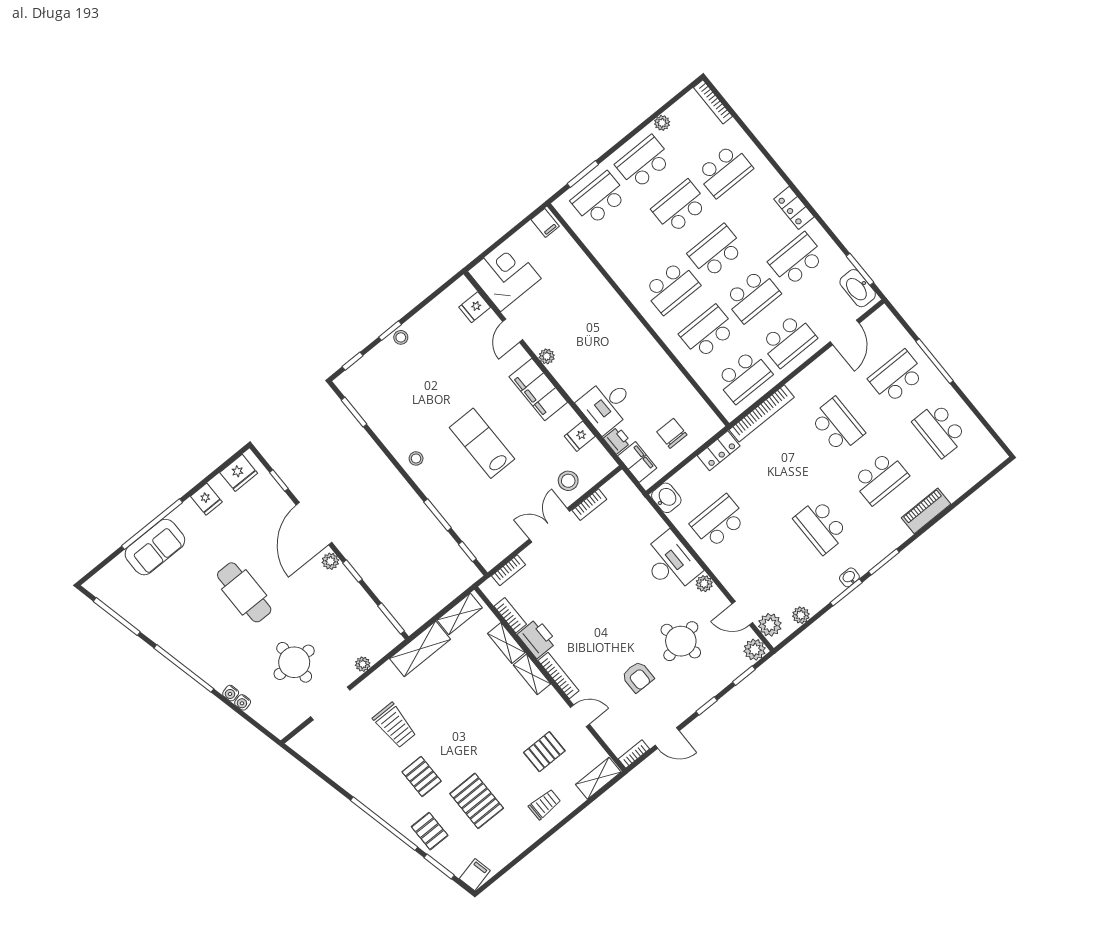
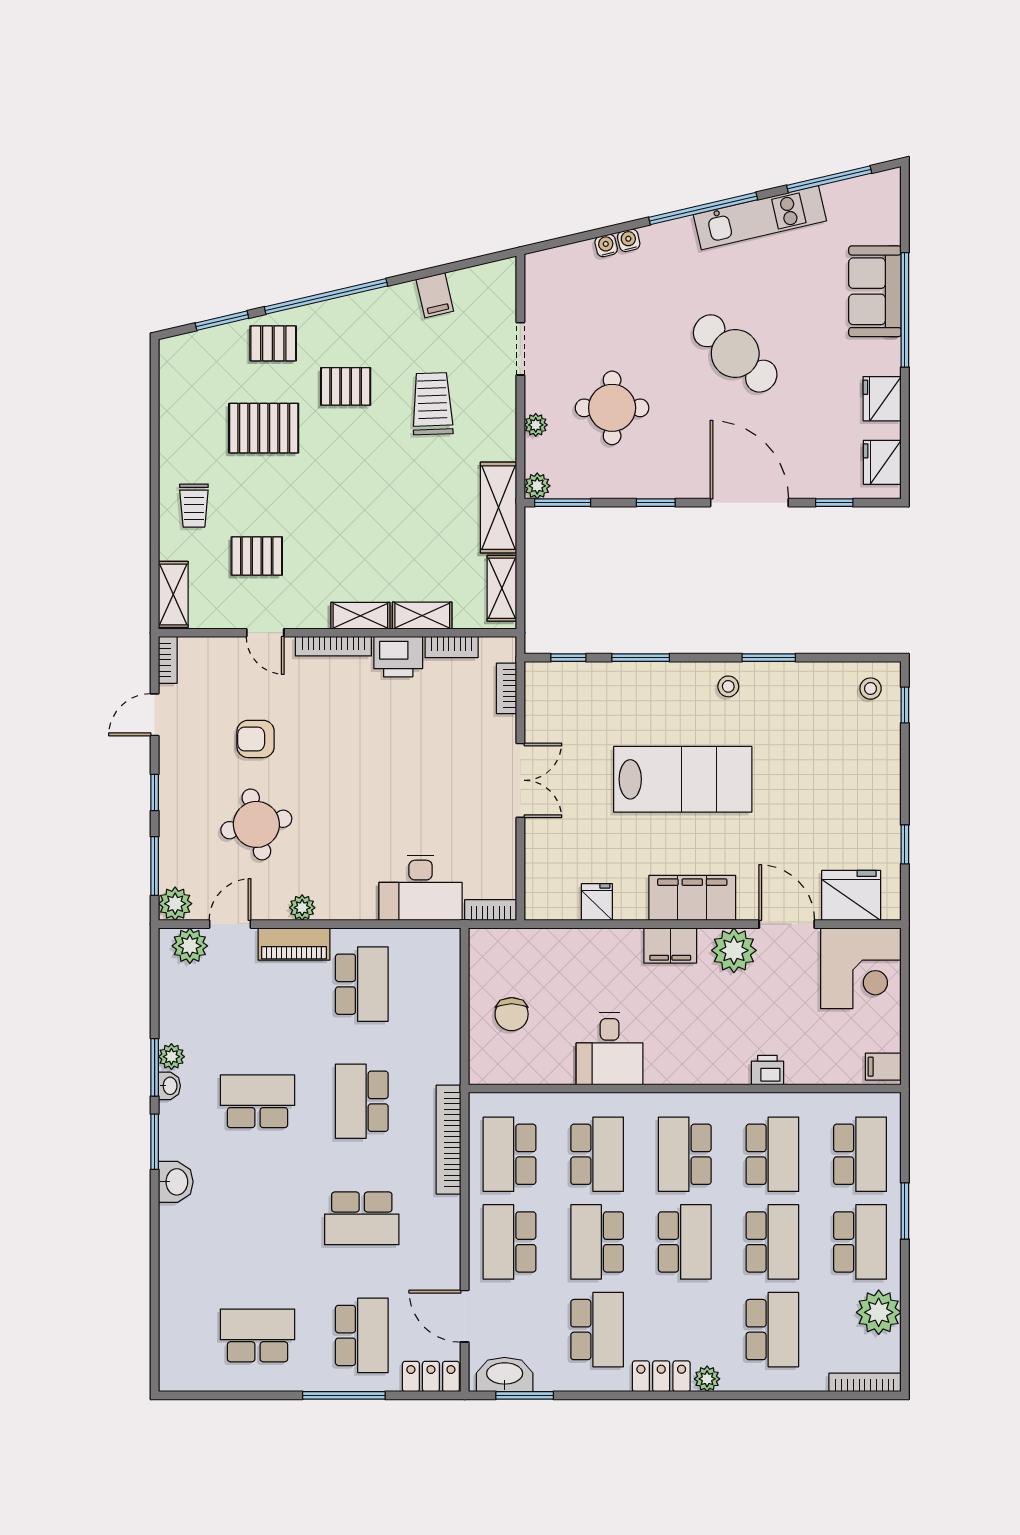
plant: (662, 123) -> (879, 1312), width x1.88, depth x1.88
school desk: (724, 171) -> (772, 1330), turned 180
window: (583, 174) -> (905, 1211), moved
plant: (776, 184) -> (707, 1379), added
school desk: (635, 243) -> (772, 1154), added
fridge: (475, 307) -> (851, 895), width x1.88, depth x1.34
window: (390, 331) -> (905, 844), moved
door: (513, 331) -> (787, 924), width x1.38
stool: (401, 337) -> (871, 689), moved
plant: (547, 356) -> (734, 950), width x1.87, depth x1.87
desk: (607, 405) -> (610, 1049), moved, turned 180
window: (354, 412) -> (769, 658), moved
chair: (672, 433) -> (512, 1014), turned 90
printer: (617, 440) -> (767, 1070), moved, turned 180
lab bench: (482, 443) -> (683, 779), width x1.36, depth x1.39
locker: (719, 451) -> (431, 1377), moved, turned 90
filing cabinet: (637, 462) -> (670, 945), moved
school desk: (880, 478) -> (362, 1101), moved
stool: (568, 481) -> (555, 845), removed
washbasin: (666, 498) -> (176, 1182), moved, turned -90
fridge: (206, 499) -> (882, 399), width x1.38
bookcase: (589, 505) -> (491, 910), moved, turned 90
piano: (926, 511) -> (294, 944), moved, turned 90
plant: (330, 561) -> (537, 486), moved
desk: (671, 563) -> (421, 888), moved
cafe table: (244, 592) -> (735, 353), turned 41
plant: (801, 615) -> (171, 1057), moved
kitchen unit: (165, 636) -> (760, 218), added
round table: (294, 662) -> (612, 408), moved
window: (744, 676) -> (155, 866), width x1.50
doorway: (330, 703) -> (520, 349), width x0.73
door: (580, 716) -> (265, 633), hinge flipped
trolley: (395, 725) -> (432, 404), turned 88
pallet: (544, 752) -> (257, 556), turned 90
filing cabinet: (475, 875) -> (435, 295), moved

